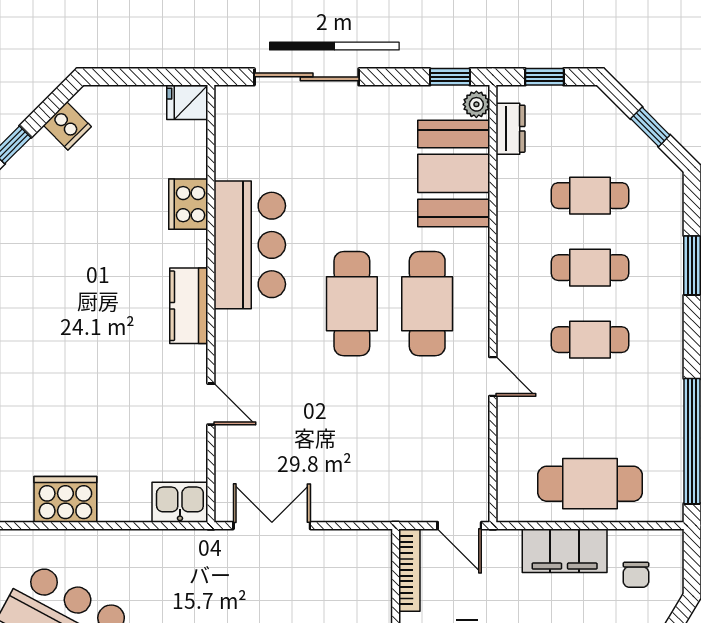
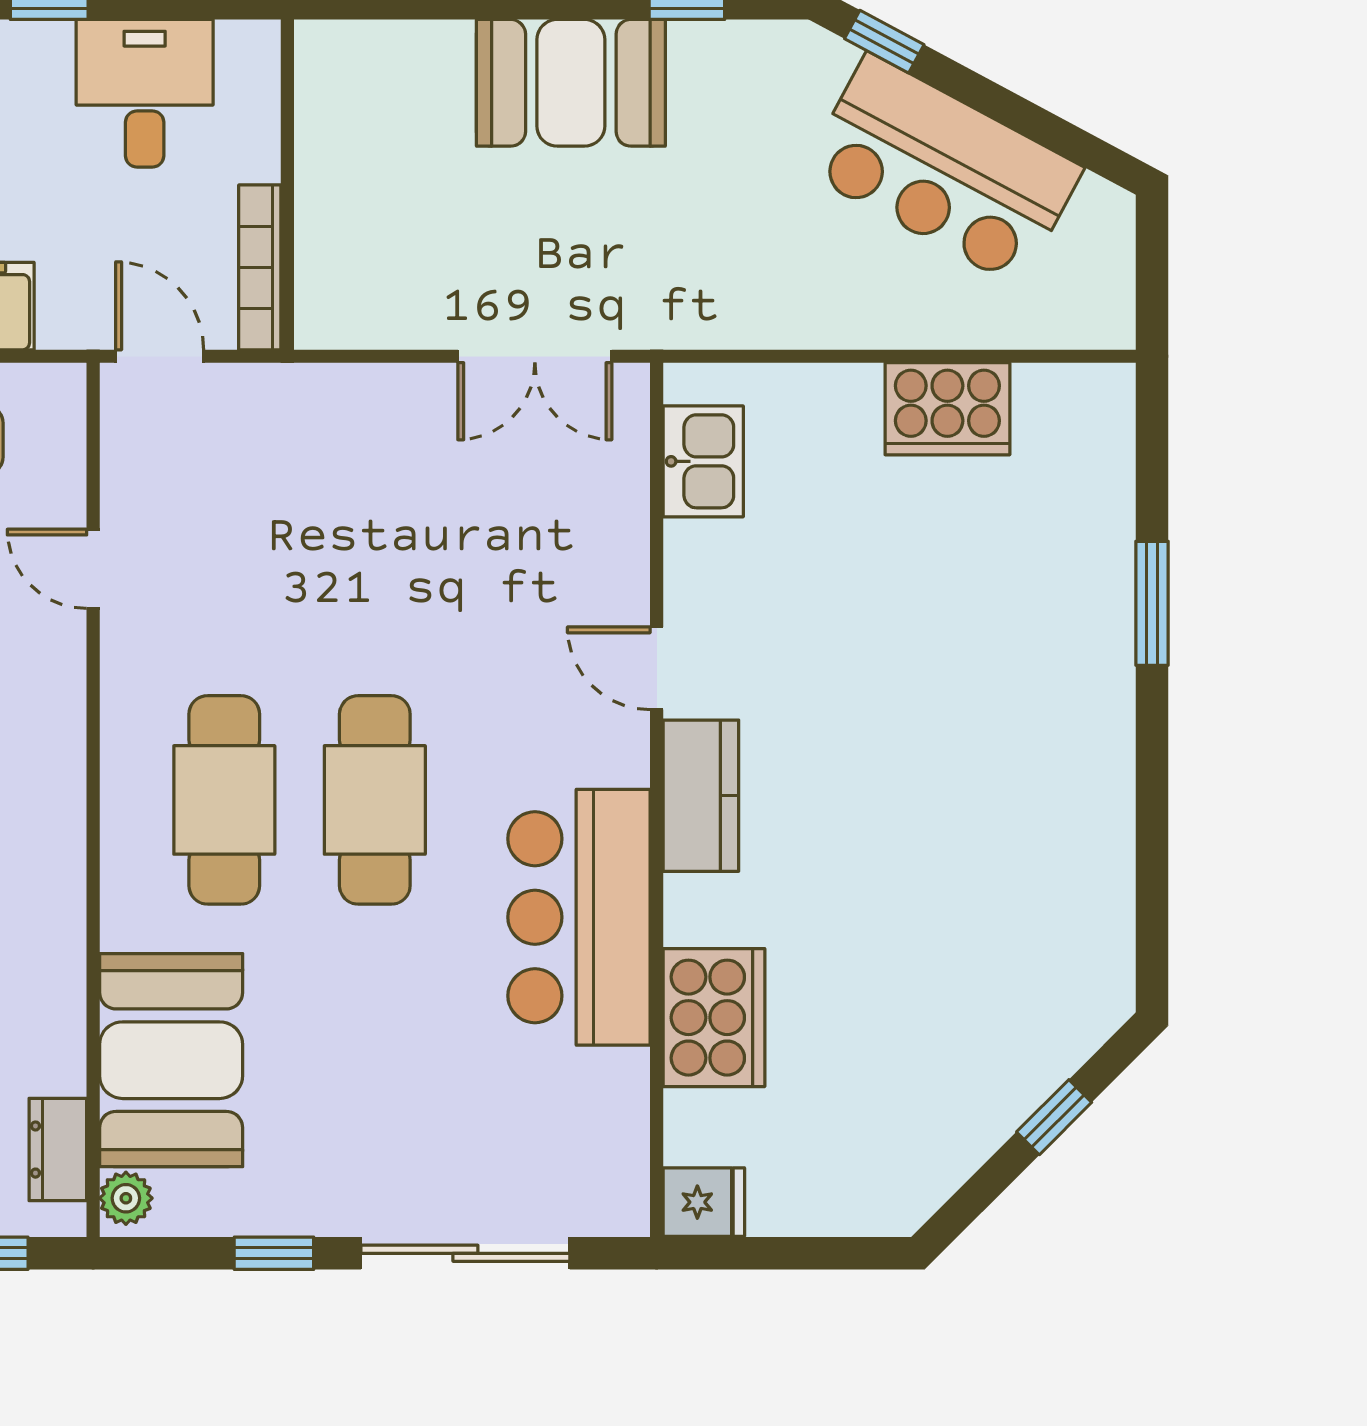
window: (450, 77) -> (274, 1253), moved
cooker: (67, 126) -> (944, 1155), removed
cooker: (188, 204) -> (714, 1018), width x1.37, depth x1.31
door: (493, 376) -> (93, 569), moved
door: (211, 404) -> (657, 668), moved
kitchen sink: (180, 502) -> (703, 461), moved, turned -90

